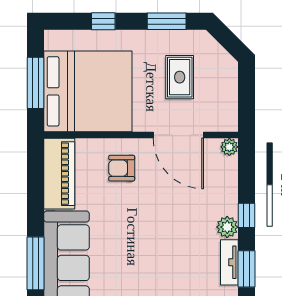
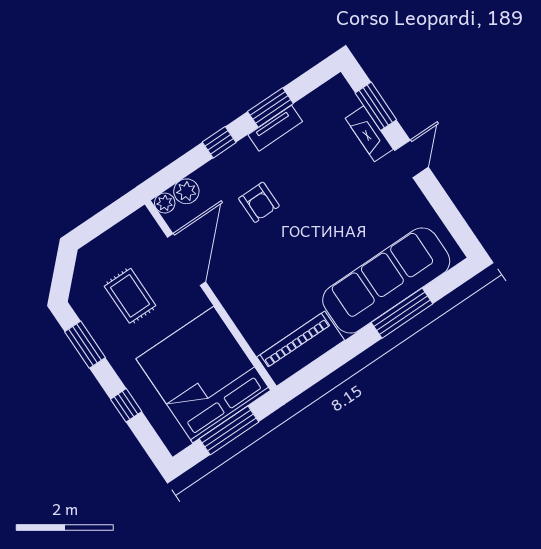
rug: (180, 77) -> (130, 296), turned 90
armchair: (122, 168) -> (259, 202), moved
plant: (227, 227) -> (186, 191), moved

